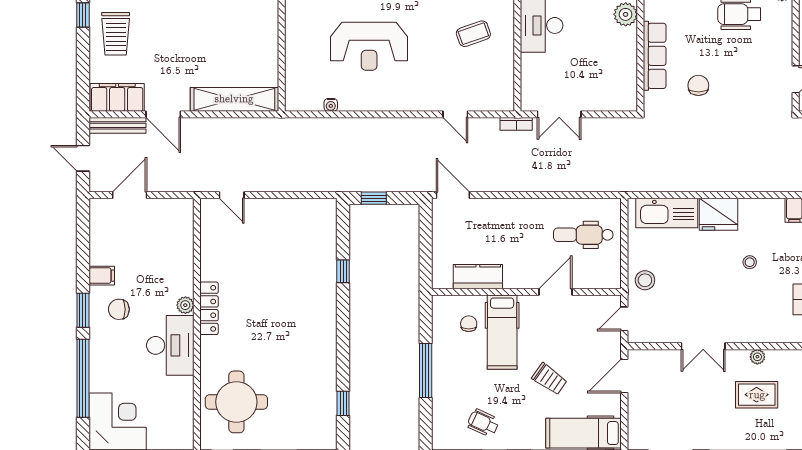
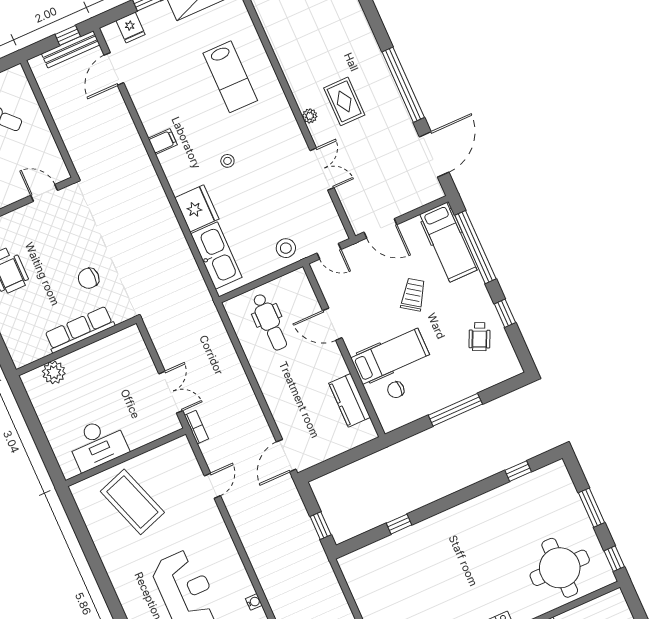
coffee table: (473, 34) -> (132, 502), width x1.86, depth x1.72

